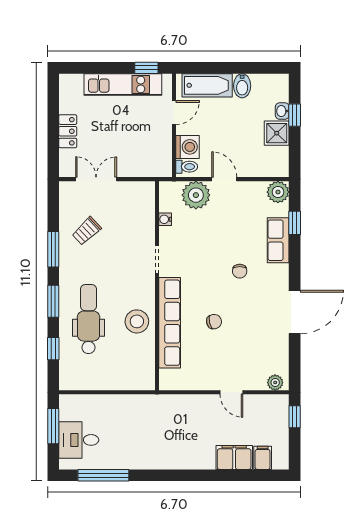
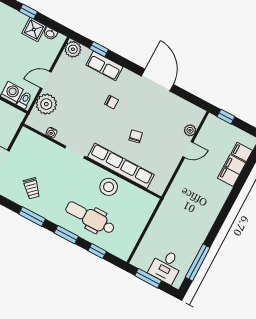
washbasin: (282, 111) -> (50, 34), moved
plant: (275, 382) -> (190, 130), moved

